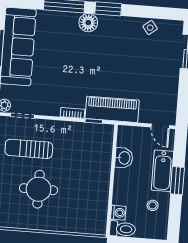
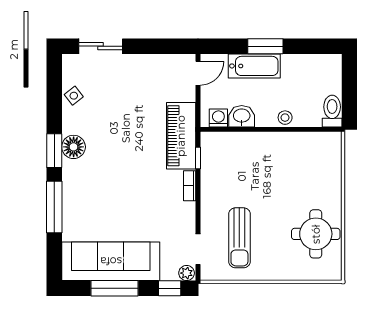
floor lamp: (88, 23) -> (74, 147), moved
round table: (39, 189) -> (316, 234), moved
stool: (153, 205) -> (285, 118), moved
washing machine: (118, 213) -> (218, 118), moved

